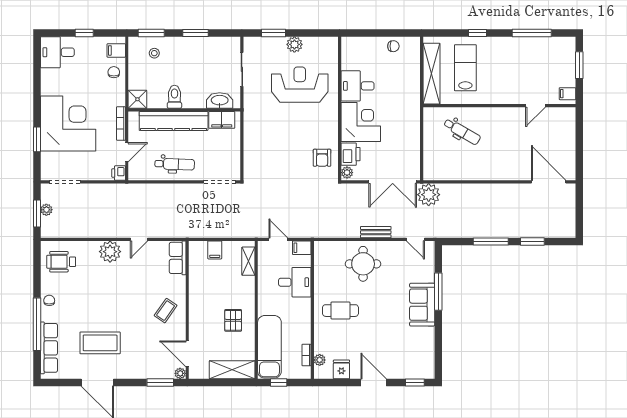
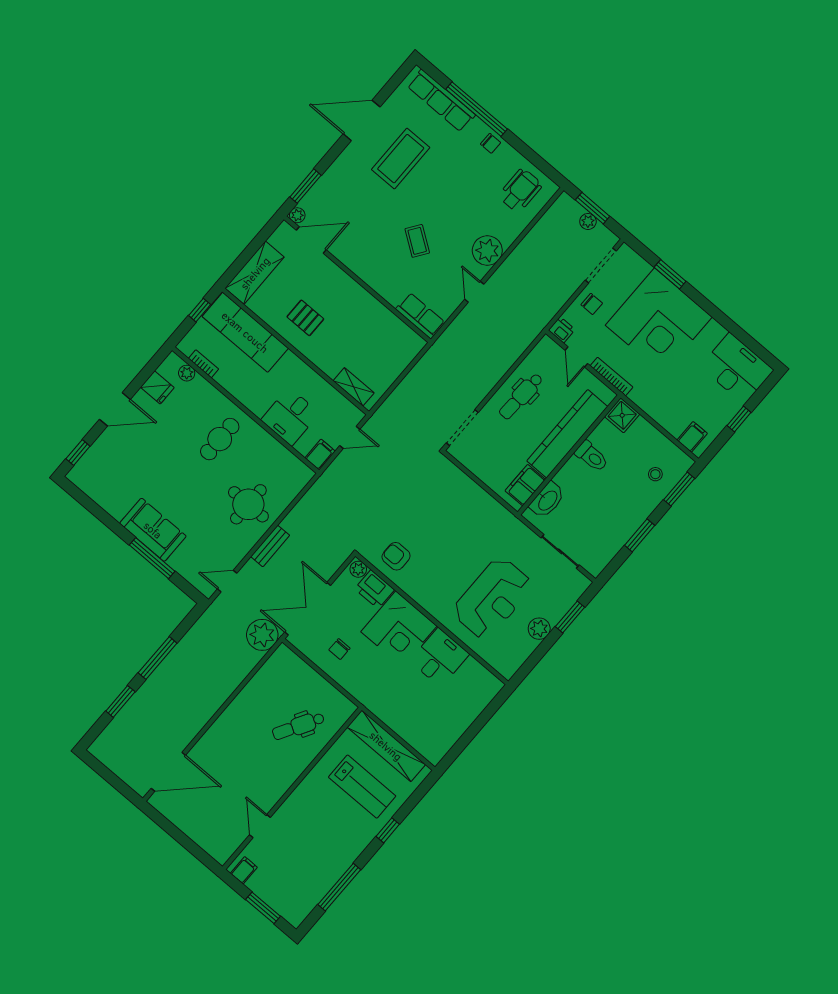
chair: (393, 46) -> (339, 649), moved
desk: (57, 52) -> (737, 368), width x1.37
chair: (114, 72) -> (592, 304), moved
filing cabinet: (215, 250) -> (396, 362), removed
coffee table: (166, 311) -> (417, 241), moved

